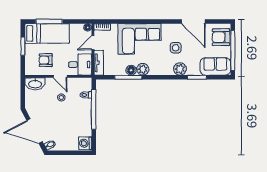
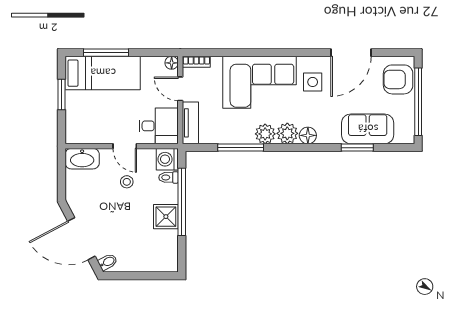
door: (193, 21) -> (351, 53), hinge flipped
door: (93, 43) -> (180, 89), hinge flipped
side table: (176, 48) -> (313, 82), moved
armchair: (46, 60) -> (100, 118), removed
sofa: (215, 66) -> (368, 129), moved
plant: (180, 69) -> (287, 133), moved
floor lamp: (131, 70) -> (308, 135), moved
shower: (84, 118) -> (166, 217), added
washing machine: (85, 143) -> (167, 159), moved

